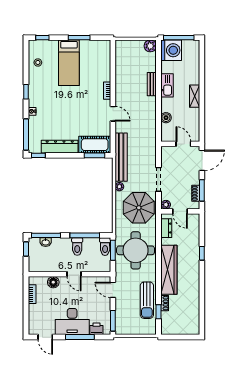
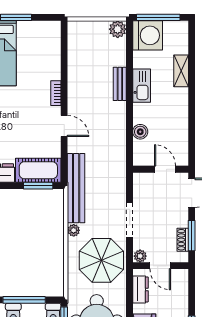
shelving: (195, 96) -> (181, 71), moved

